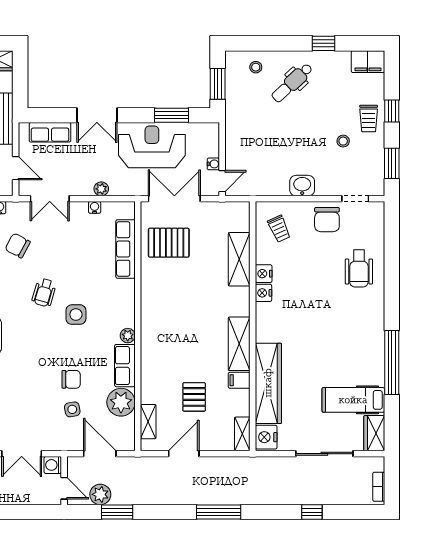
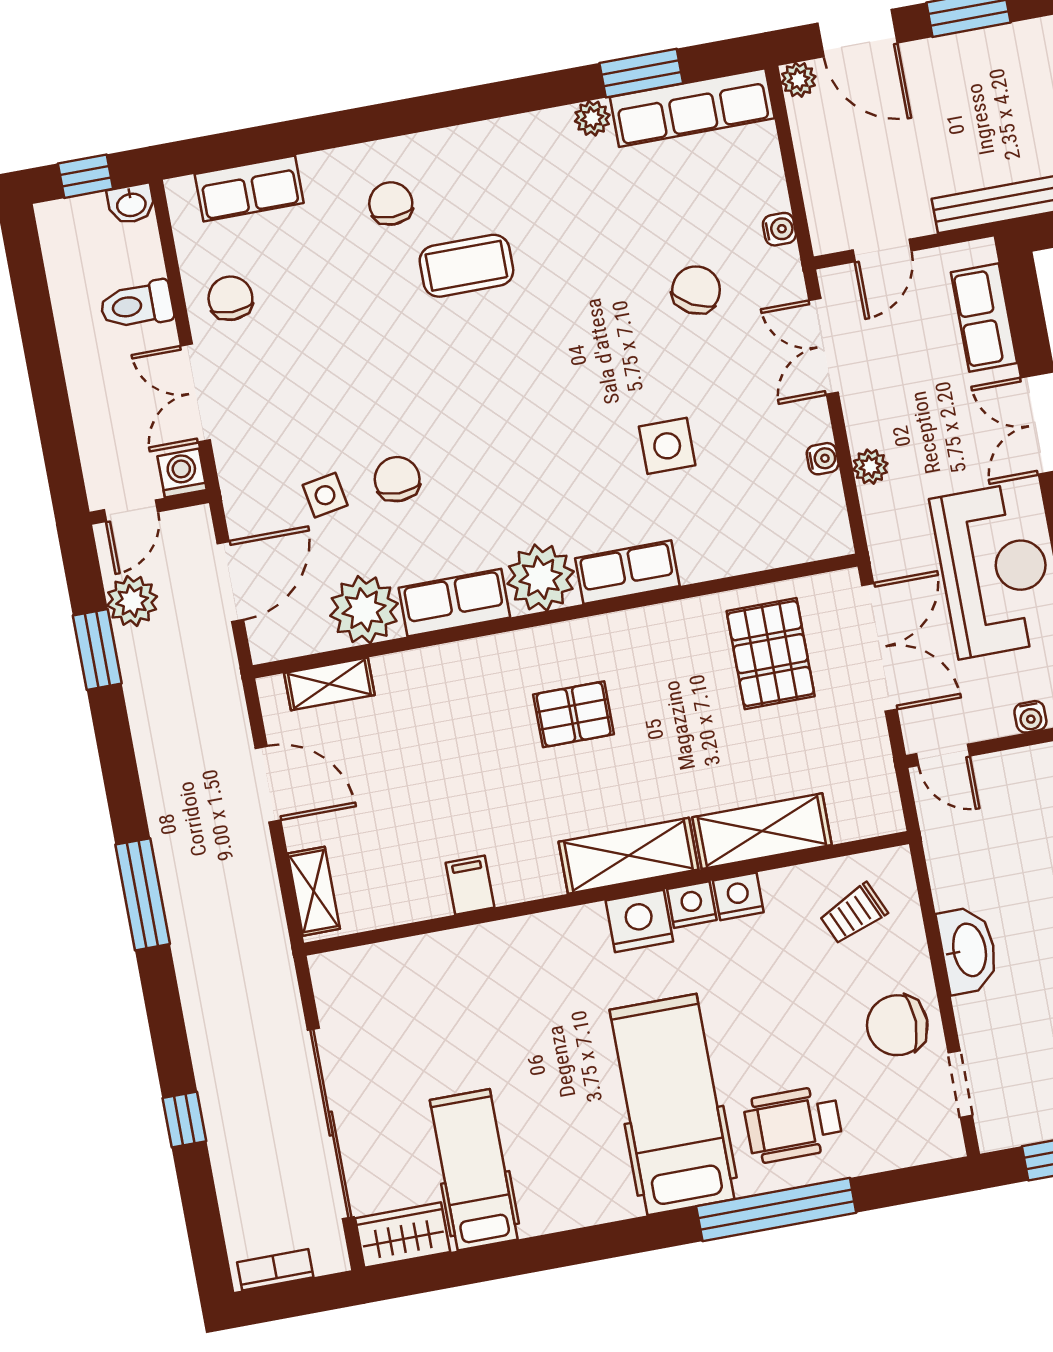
water cooler: (213, 164) -> (1030, 717), moved
washbasin: (302, 186) -> (968, 950), width x1.38
row of seats: (125, 249) -> (627, 572), moved, width x0.68
wheelchair: (44, 293) -> (594, 375), removed
side table: (76, 315) -> (667, 446), moved
hospital bed: (342, 316) -> (672, 1105), added
plant: (128, 336) -> (541, 578), width x1.88, depth x1.88
shelving: (239, 344) -> (629, 856), moved
window: (392, 363) -> (776, 1210), moved
chair: (71, 379) -> (397, 479), turned 180
wardrobe: (268, 383) -> (475, 957), removed
pallet: (194, 397) -> (574, 714), moved
shelving: (242, 434) -> (314, 891), moved, turned 90
nightstand: (266, 437) -> (639, 921), moved
sliding door: (324, 454) -> (331, 1124), width x1.36

